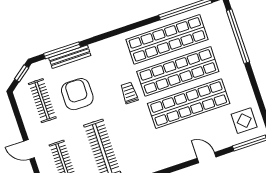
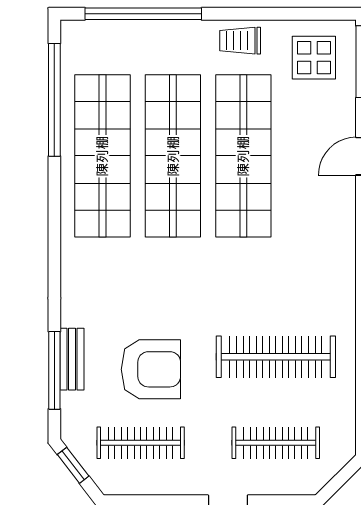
bench: (70, 57) -> (72, 359), width x0.73
trolley: (129, 93) -> (240, 41), moved
armchair: (77, 94) -> (151, 369), turned 180

